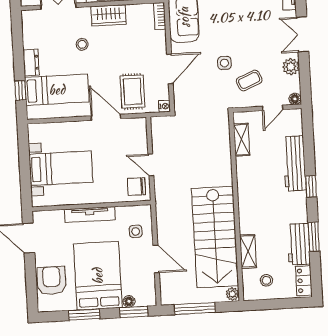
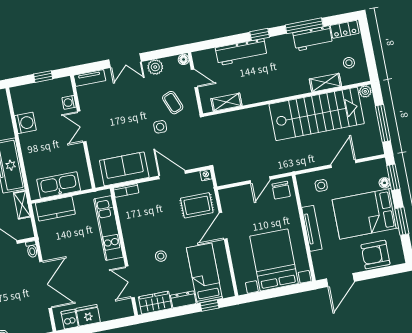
wardrobe: (108, 15) -> (155, 303), moved, turned -90
bed with nightstands: (61, 168) -> (274, 260), width x1.36
window: (314, 237) -> (304, 26), width x1.44

